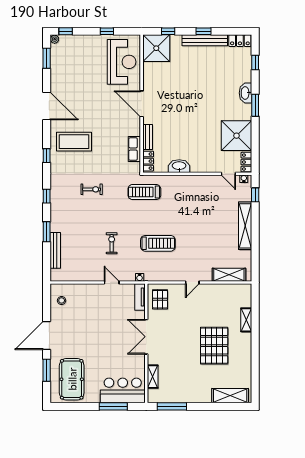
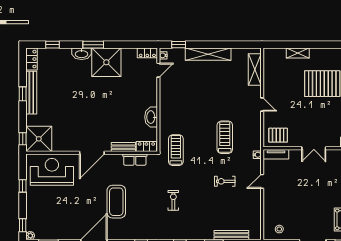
window: (168, 31) -> (23, 139), moved
shower: (237, 136) -> (106, 62), moved
coffee table: (74, 142) -> (116, 202), moved
treadmill: (144, 192) -> (176, 150), turned 180
double door: (146, 337) -> (314, 148), width x0.73

